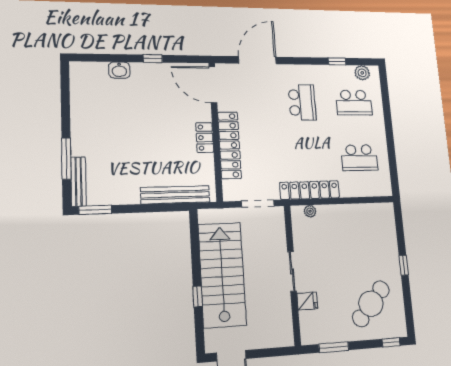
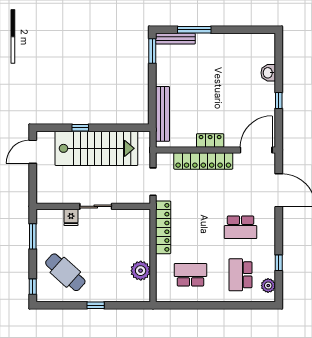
school desk: (359, 158) -> (190, 275), turned 90
plant: (310, 211) -> (141, 271), moved, width x1.88, depth x1.88

